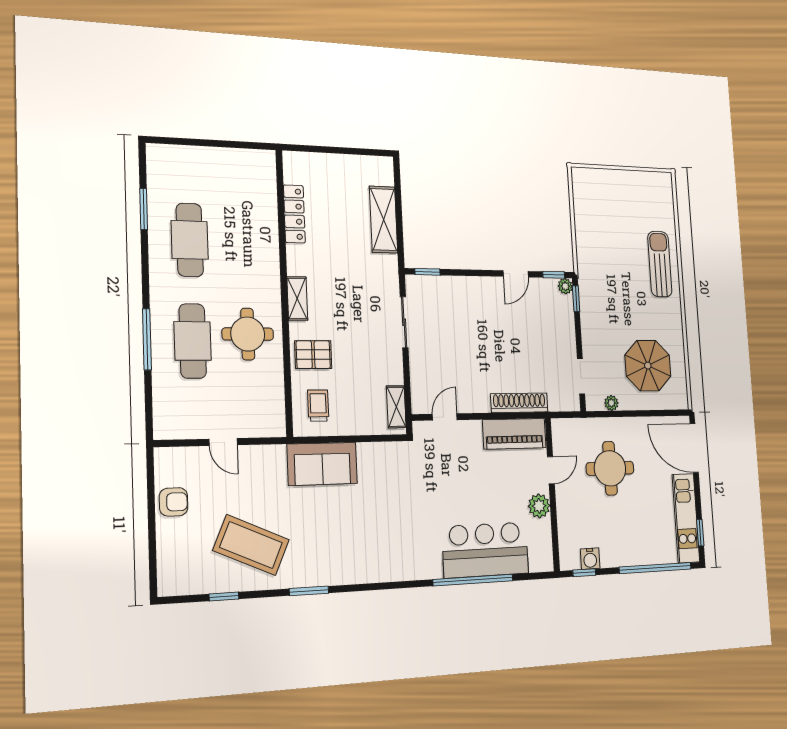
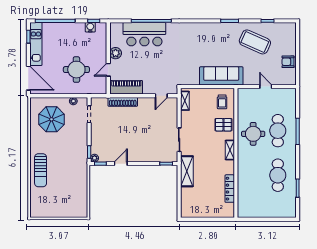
shelving: (384, 220) -> (187, 171), moved
sofa: (322, 464) -> (221, 76), width x1.36

